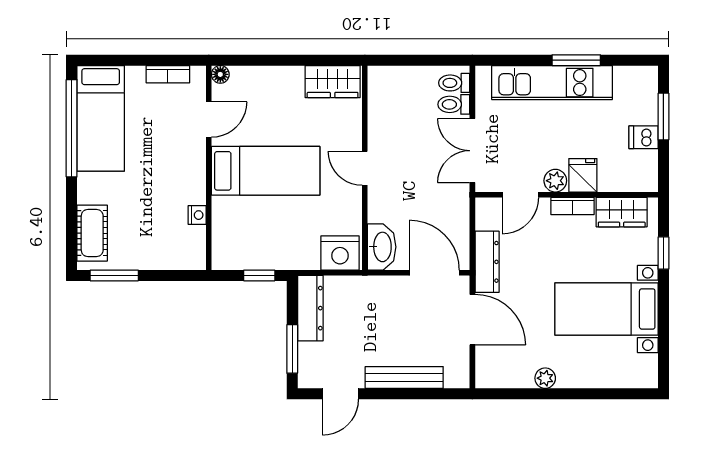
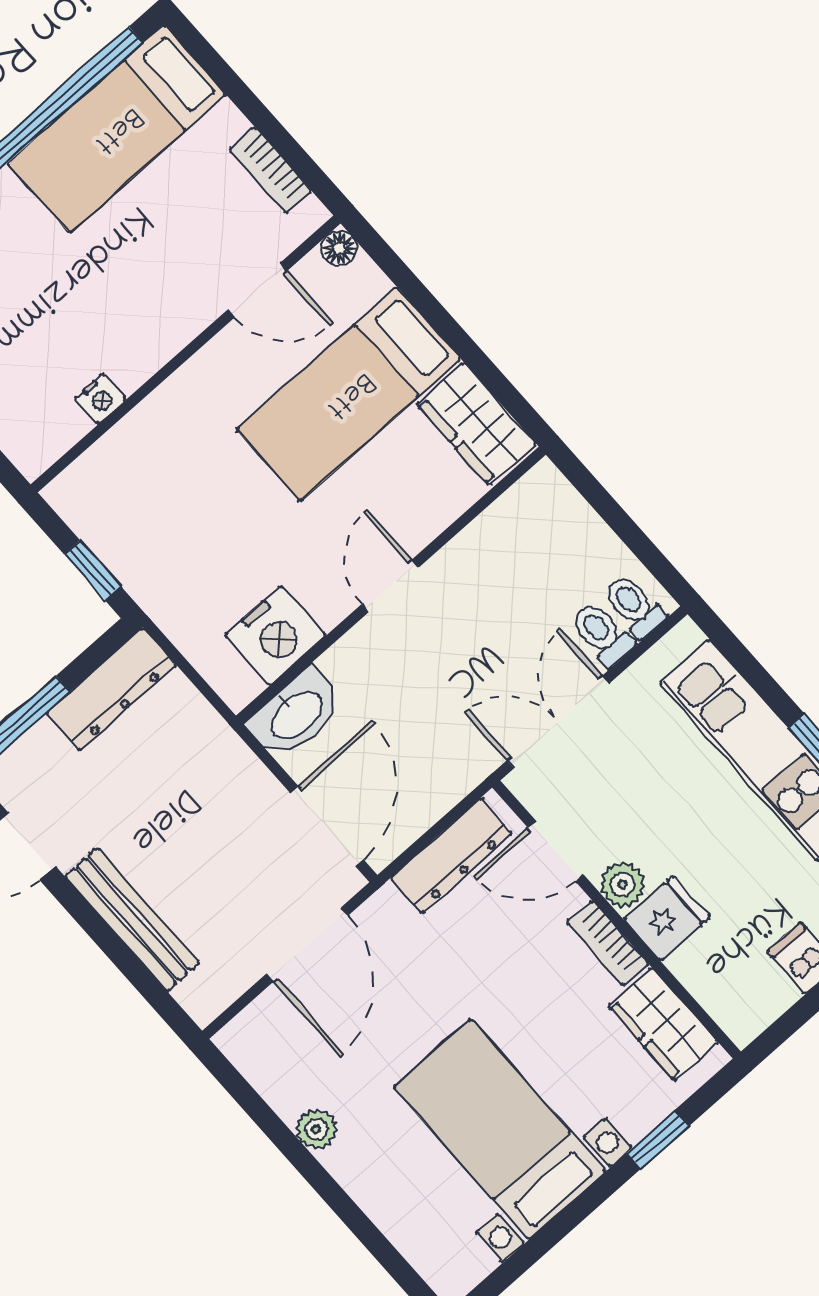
bed: (266, 171) -> (349, 394), moved, turned 90
nightstand: (340, 253) -> (275, 635), moved, turned -90
dresser: (487, 262) -> (451, 856), moved

